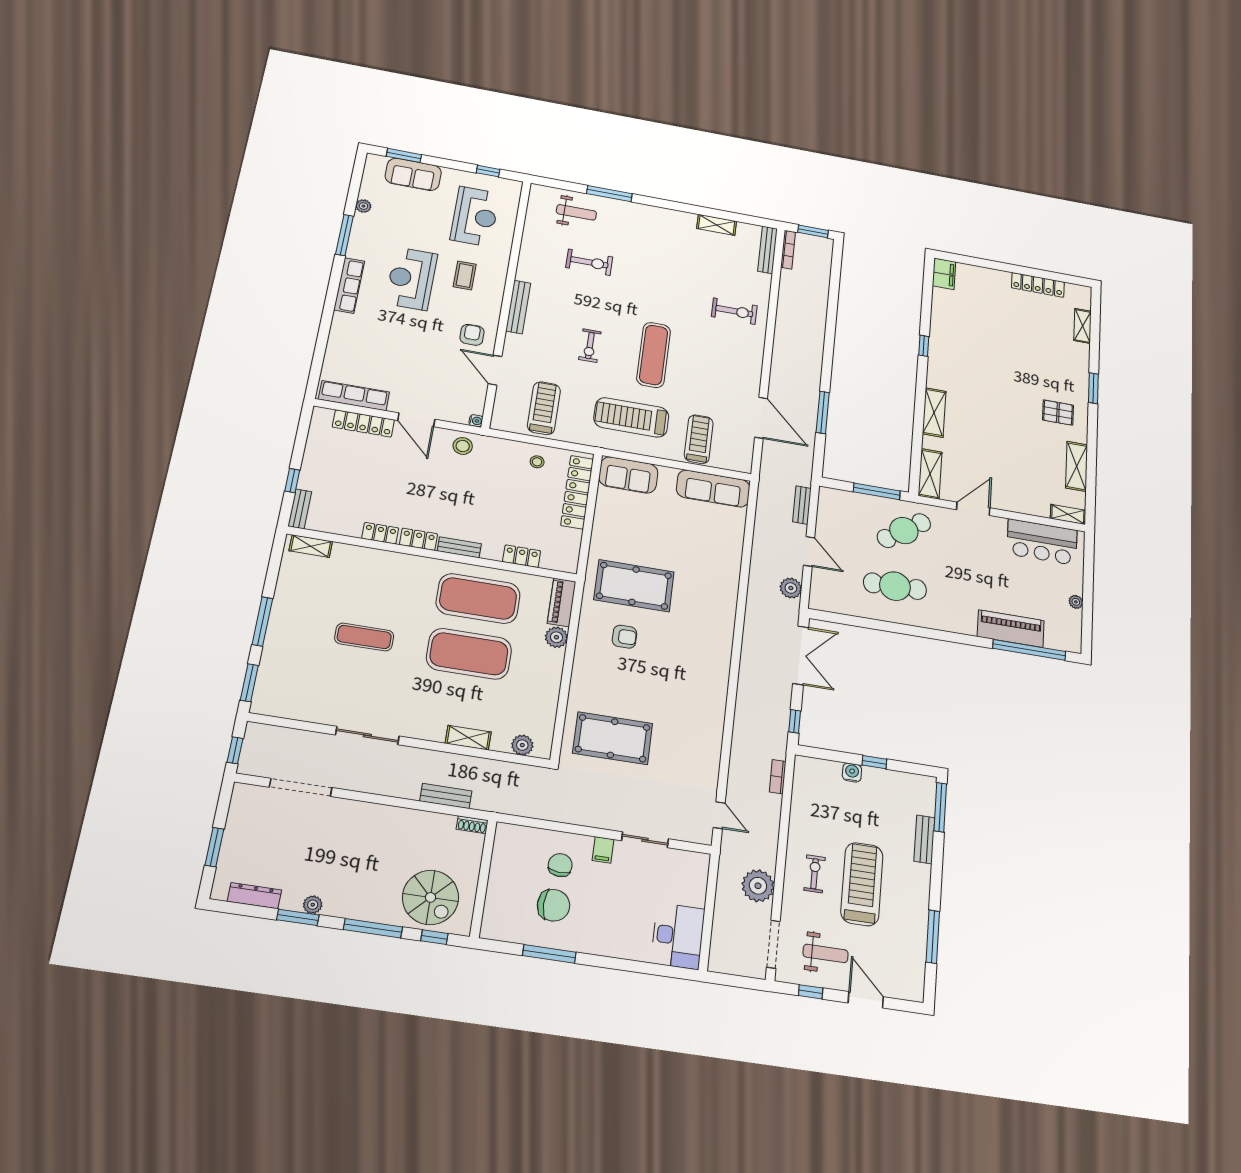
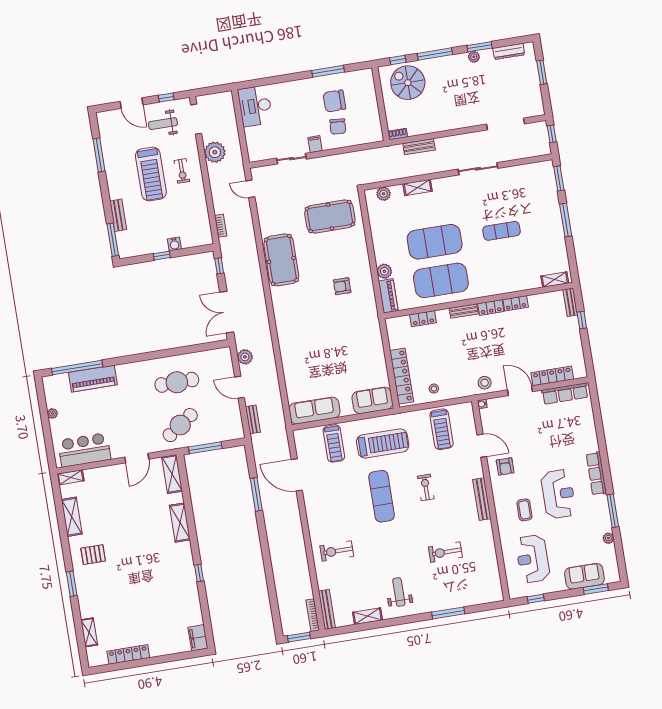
weight bench: (576, 212) -> (399, 592), moved, turned 90
pool table: (634, 586) -> (281, 260), moved, turned 90

